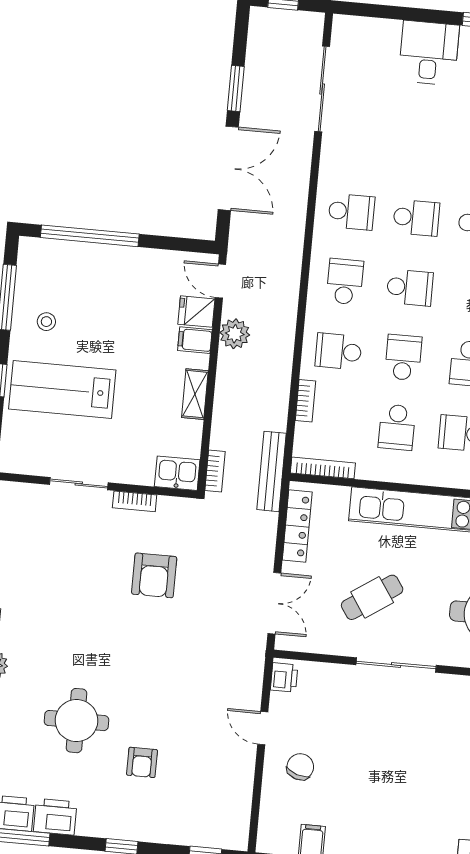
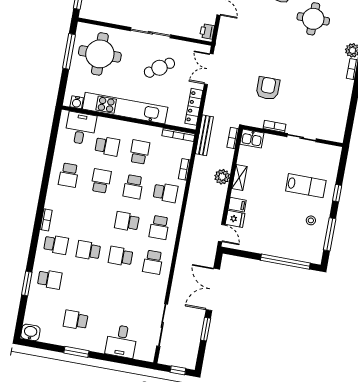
desk: (429, 53) -> (121, 341), moved
school desk: (351, 212) -> (153, 262), turned -90
plant: (235, 334) -> (222, 177), moved
lab bench: (62, 389) -> (306, 186), width x0.73, depth x0.72

